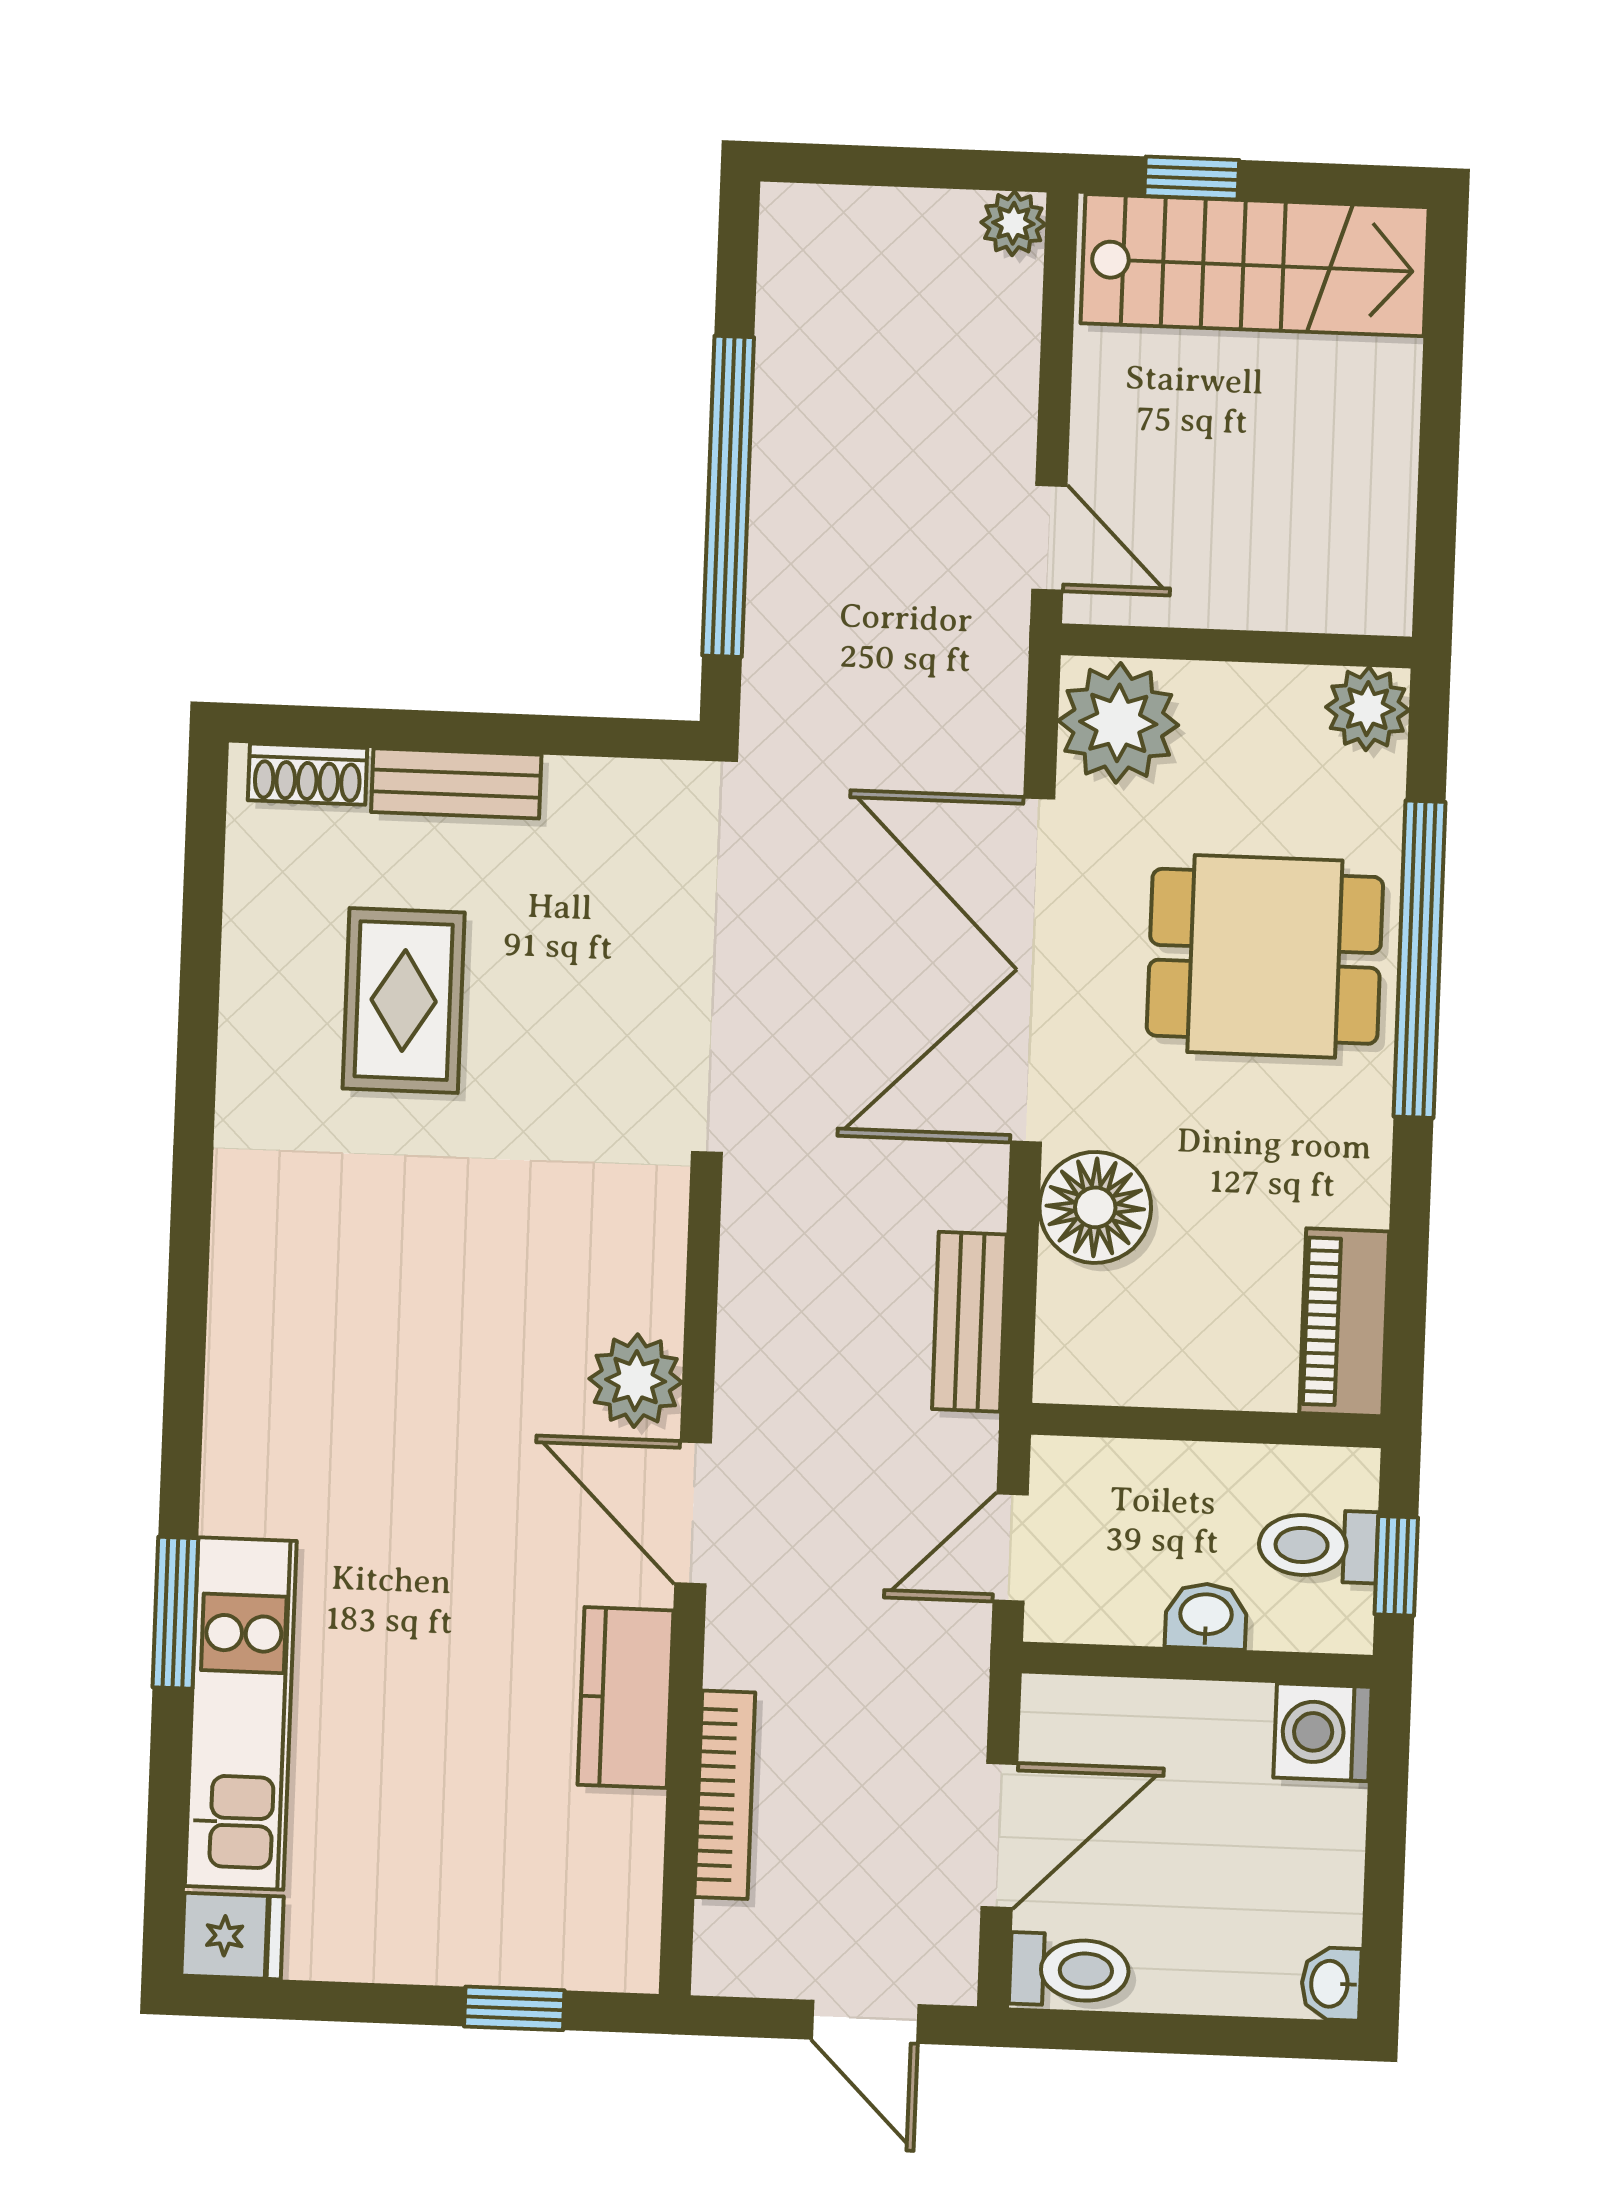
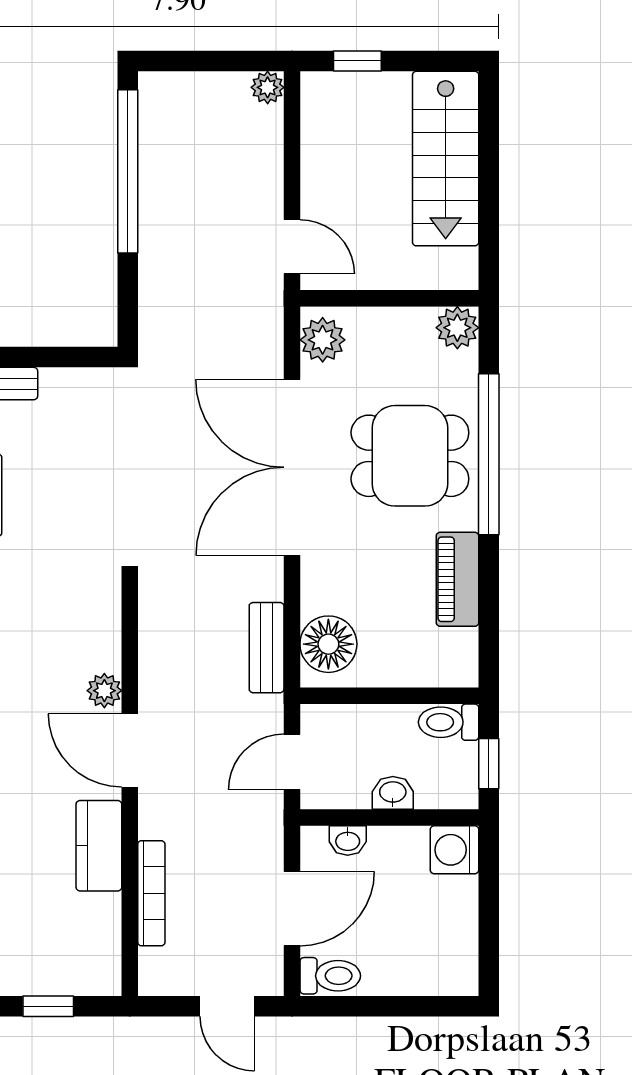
stairs: (1255, 265) -> (446, 159), moved, turned 90
window: (728, 496) -> (128, 171), moved
plant: (1118, 723) -> (323, 340), width x0.73, depth x0.73
floor lamp: (1095, 1207) -> (328, 644), moved
piano: (1344, 1322) -> (457, 579), moved
plant: (636, 1381) -> (104, 691), width x0.73, depth x0.73
toilet: (1318, 1546) -> (449, 722), moved
washbasin: (1331, 1984) -> (348, 840), moved, turned -90

